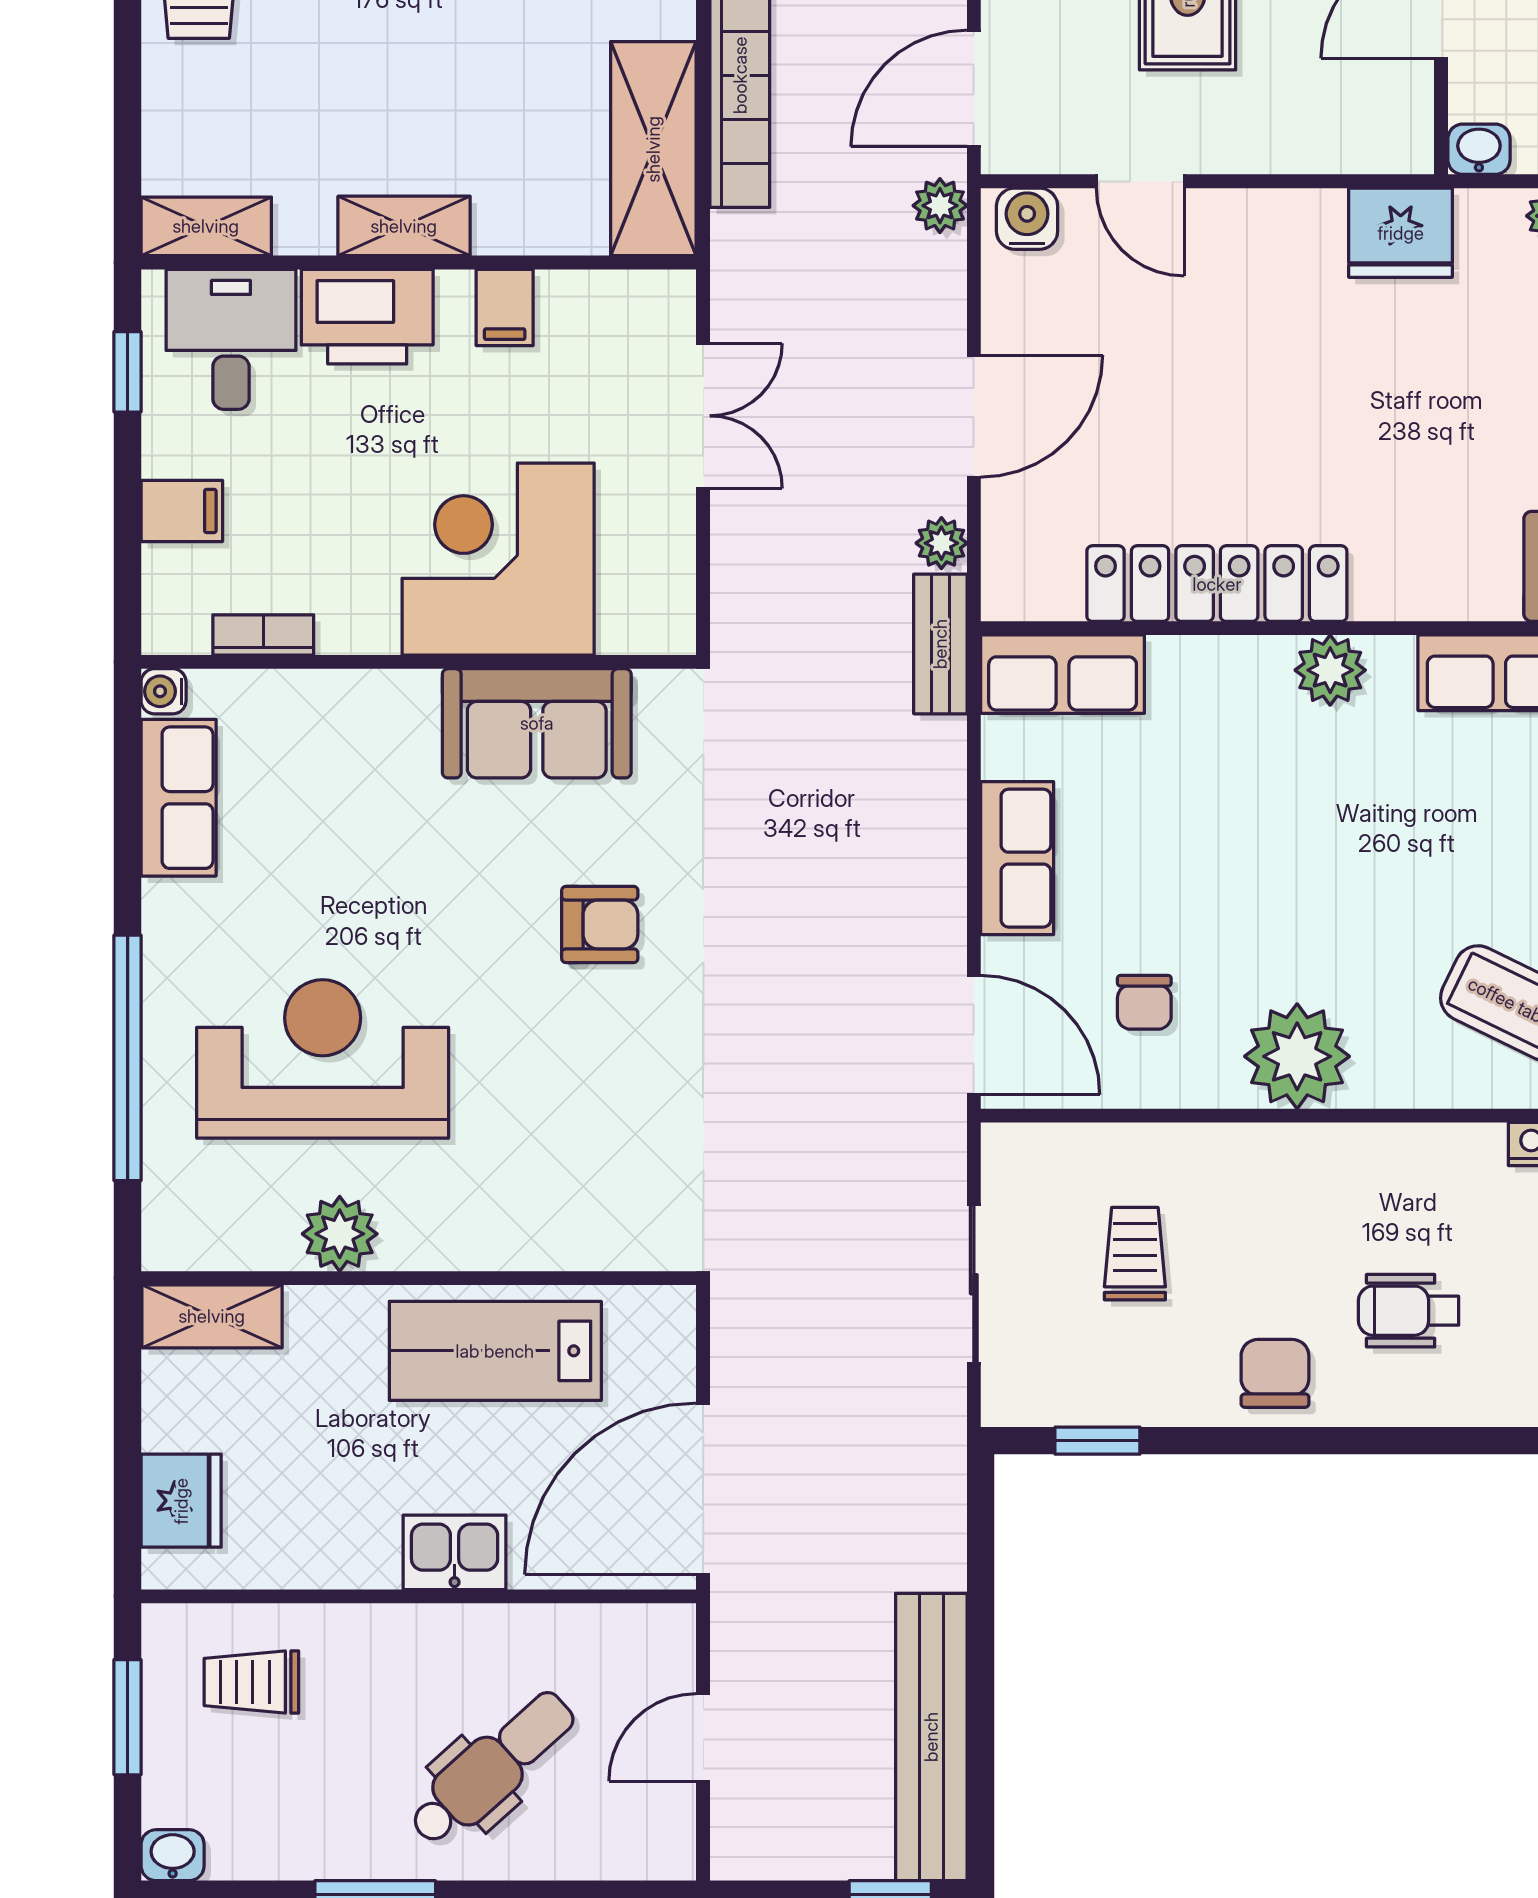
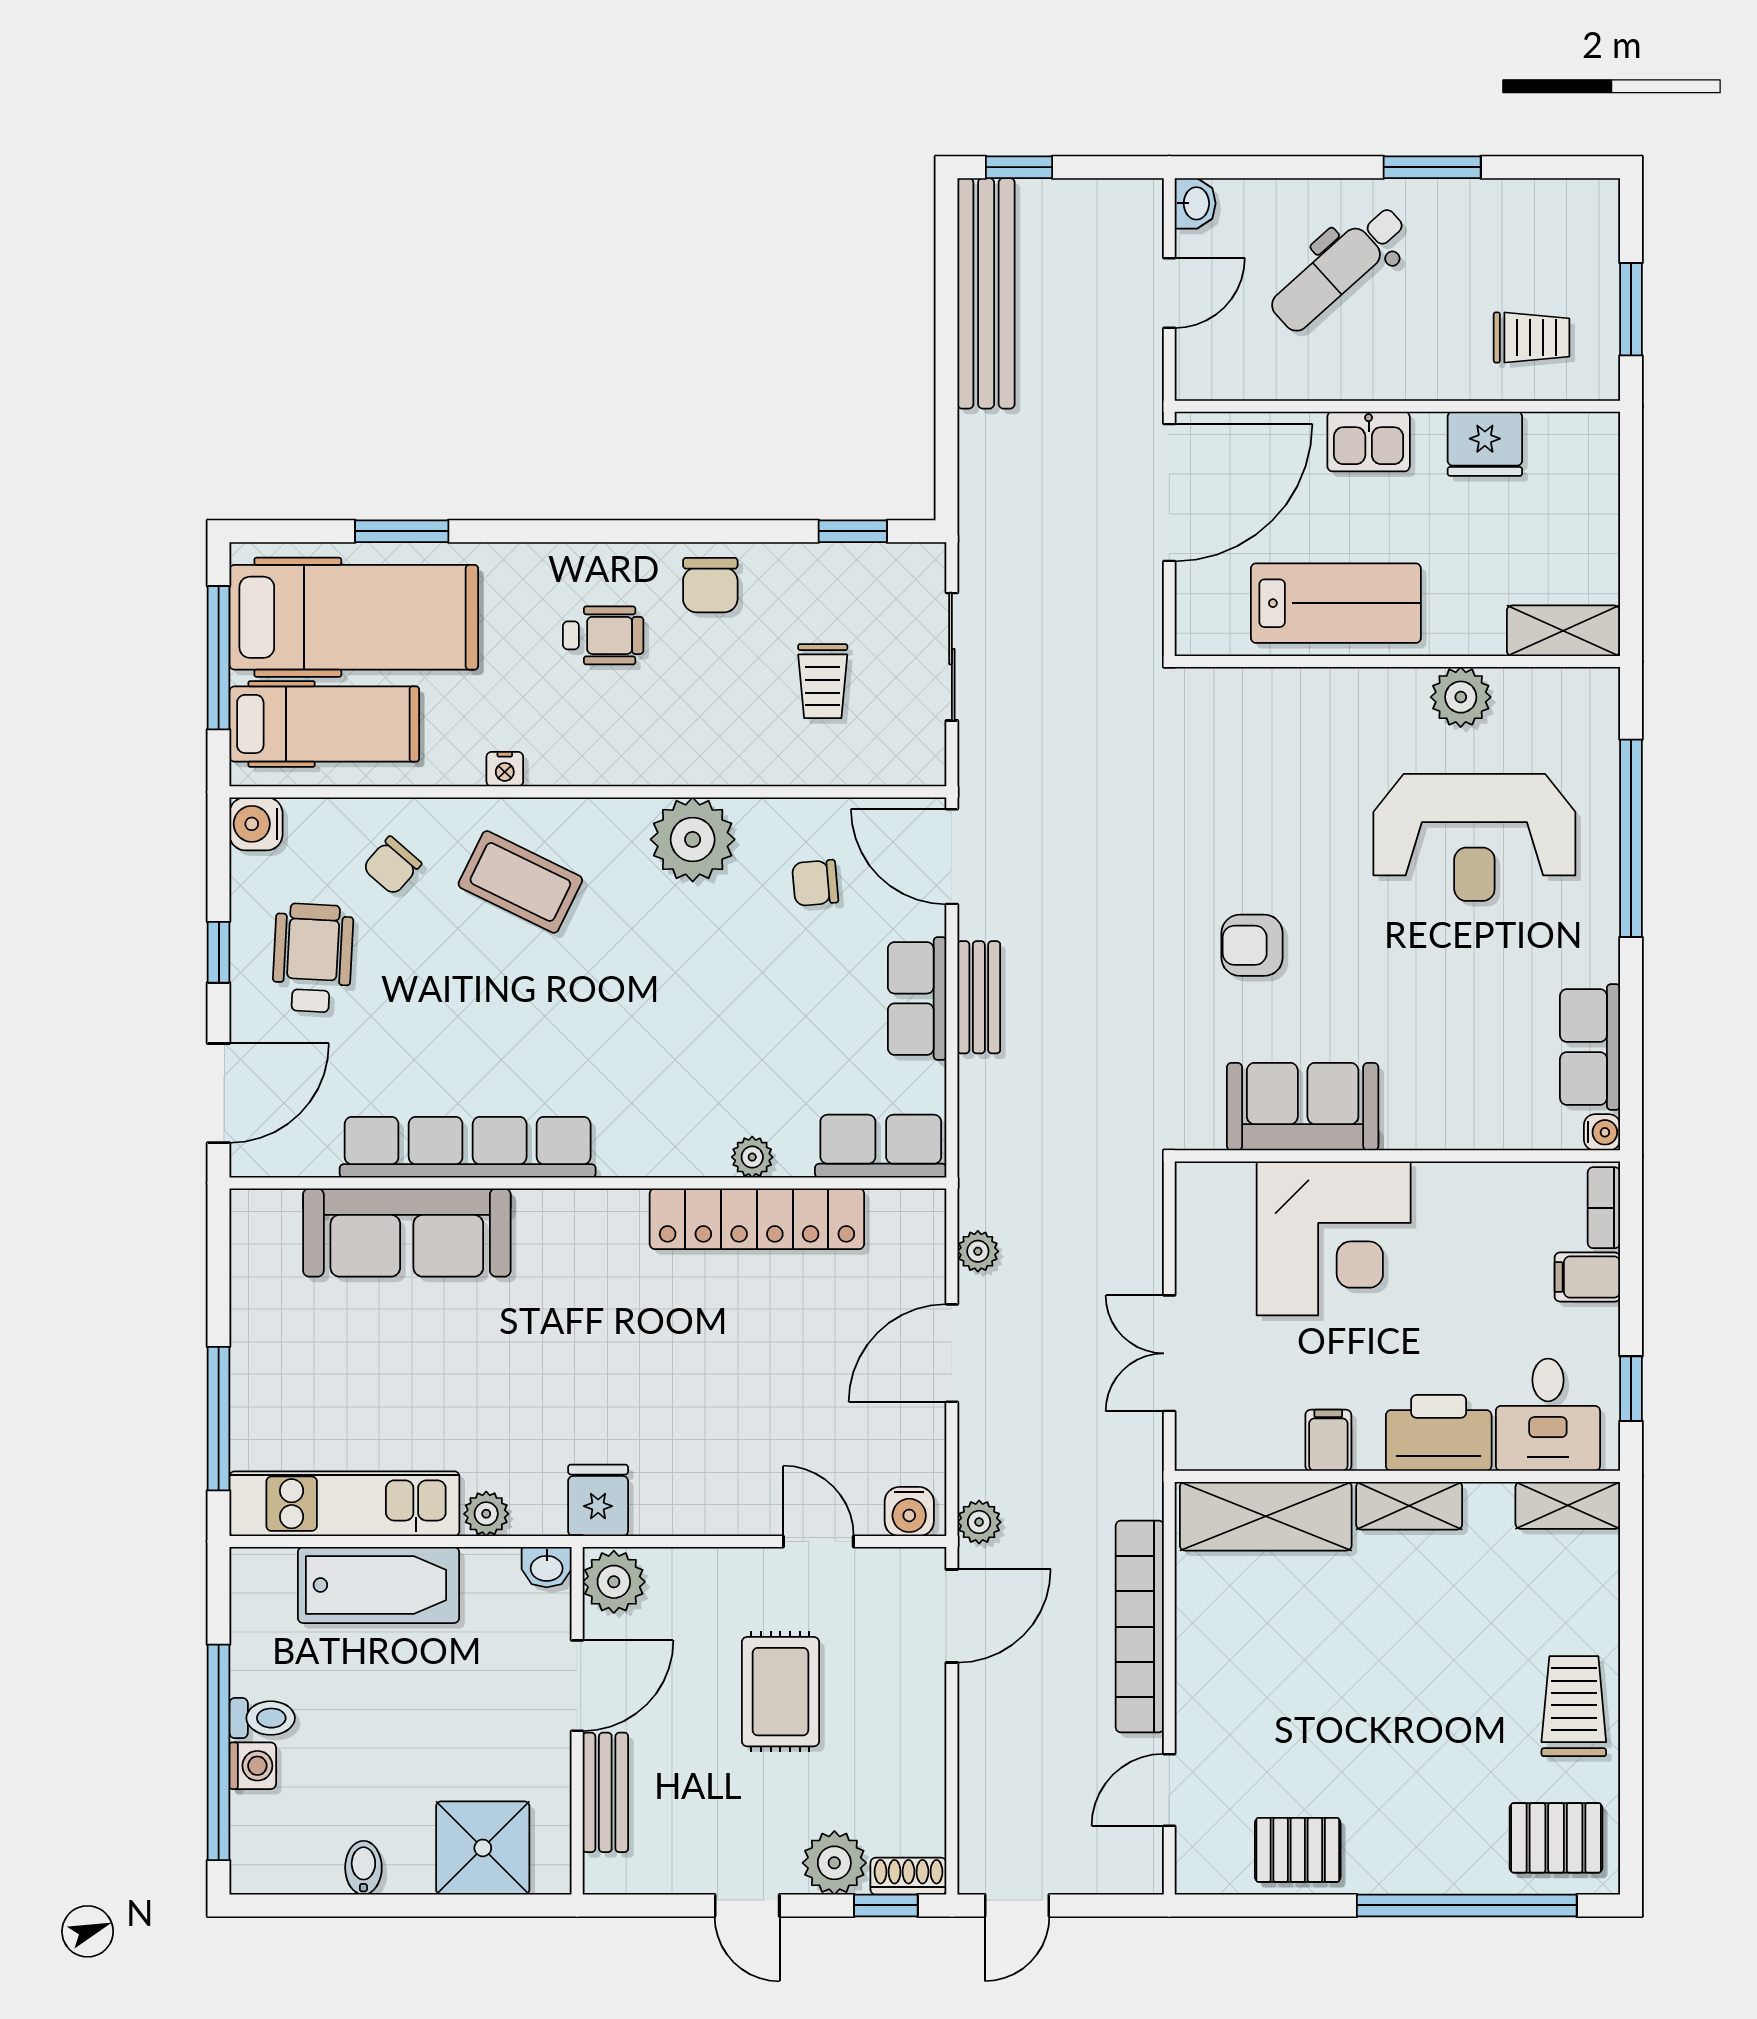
plant: (1395, 131) -> (614, 1582), added
shelving: (653, 149) -> (1266, 1516), moved, turned 90
fridge: (1401, 233) -> (598, 1500), width x0.72
bookcase: (263, 635) -> (1604, 1208), moved, turned 90
bench: (940, 644) -> (979, 997), moved
plant: (1330, 670) -> (752, 1157), moved, width x0.73, depth x0.73
chair: (1144, 1002) -> (815, 883), turned -95
fridge: (181, 1501) -> (1485, 444), moved, turned -90
washbasin: (173, 1855) -> (1195, 203), moved, turned -90

